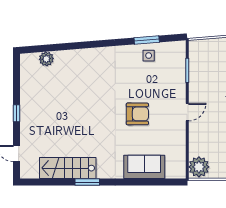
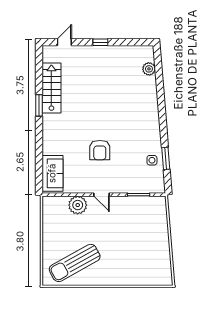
sofa: (144, 167) -> (52, 173), moved
plant: (199, 167) -> (78, 205), moved

